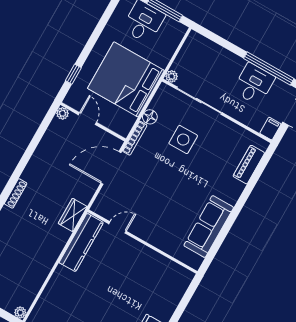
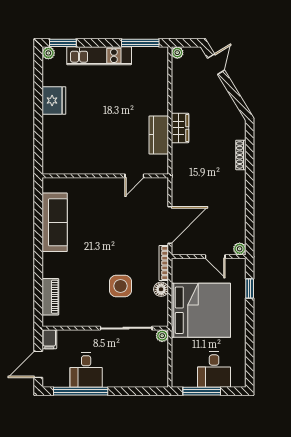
wardrobe: (73, 215) -> (180, 128), moved
kitchen counter: (81, 242) -> (159, 135), width x0.67

